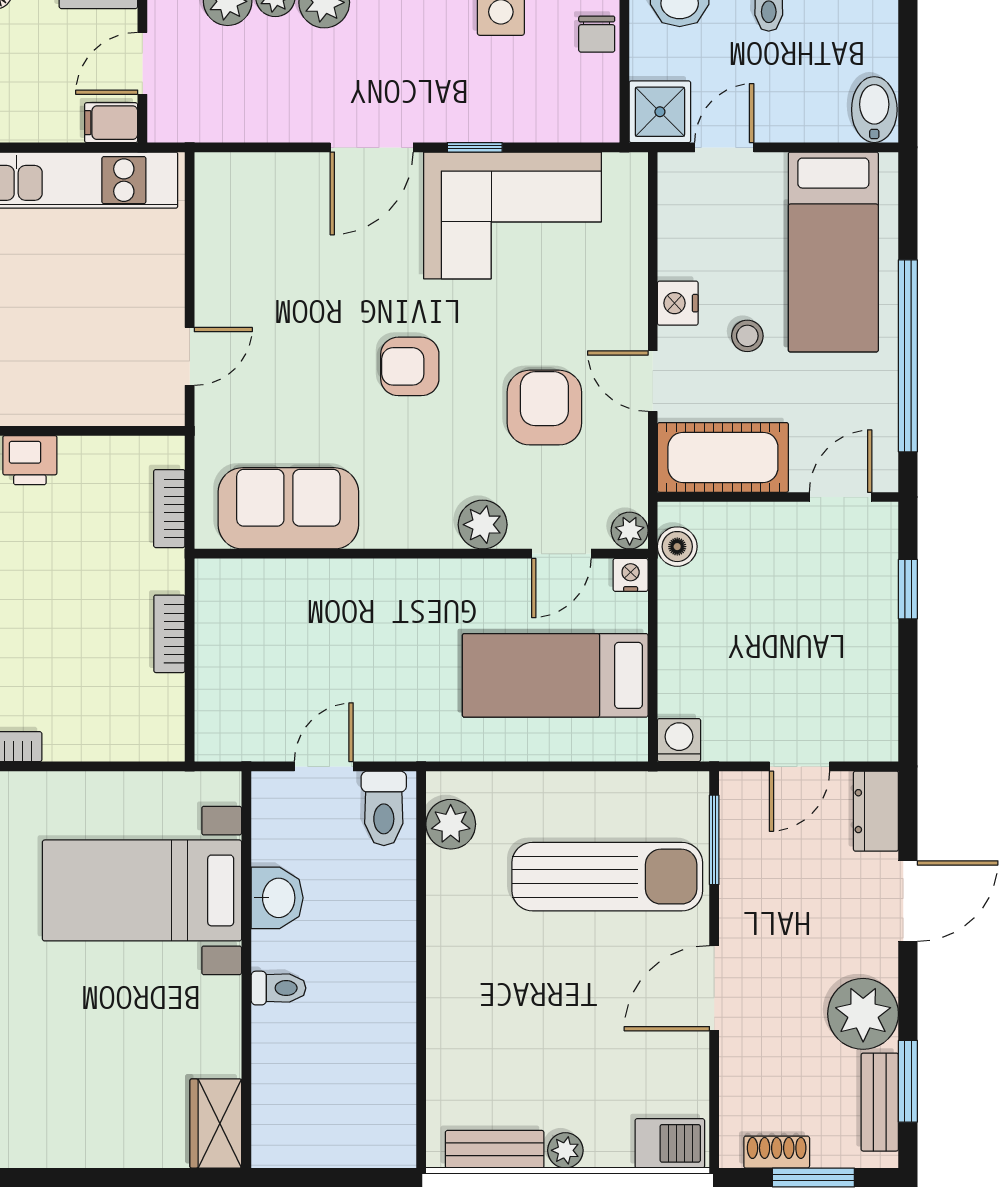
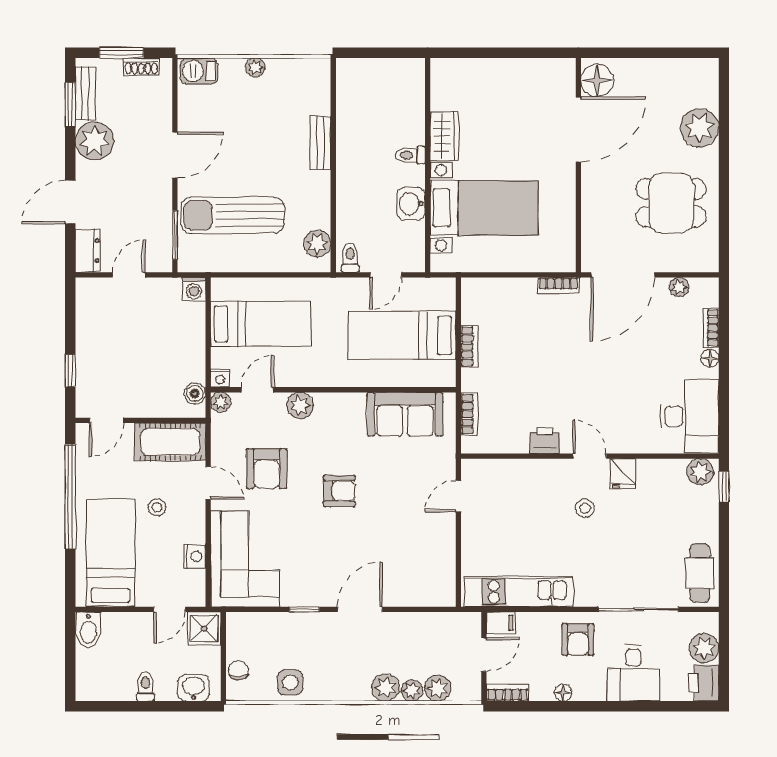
corner sofa: (512, 215) -> (245, 559), moved, turned 90
nightstand: (678, 303) -> (195, 556), moved
bed: (294, 654) -> (402, 335), added
toilet: (384, 808) -> (350, 258), width x0.73, depth x0.72
wardrobe: (216, 1123) -> (444, 136), moved
bench: (495, 1149) -> (321, 143), moved, turned 90

